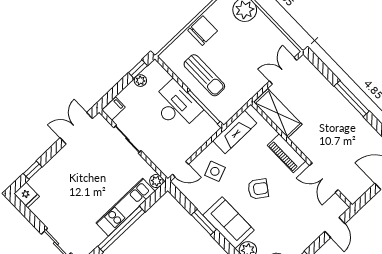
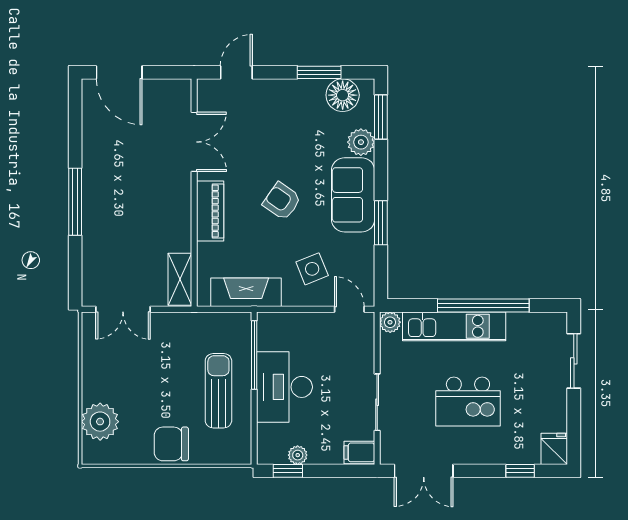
shelving: (278, 113) -> (180, 279), width x0.67, depth x0.75
kitchen island: (86, 179) -> (468, 402), added

